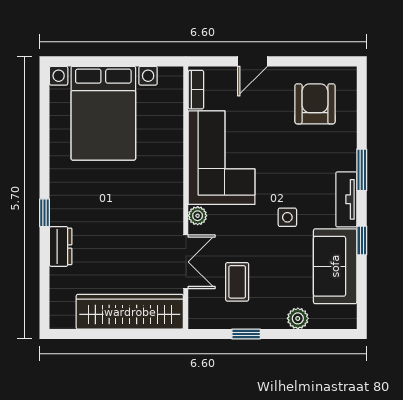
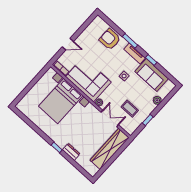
door: (252, 61) -> (68, 44), hinge flipped
armchair: (315, 104) -> (110, 39), moved
bed with nightstands: (103, 113) -> (61, 101), moved, turned 90

